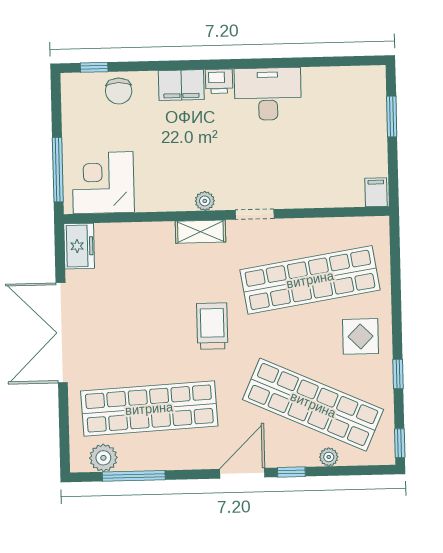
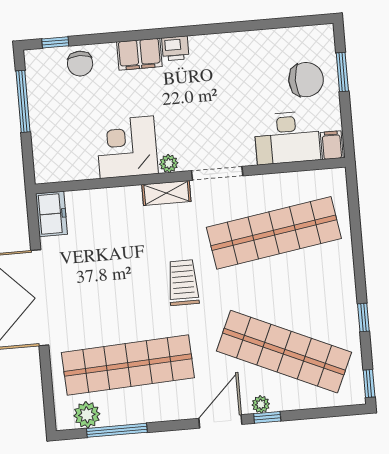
desk: (268, 94) -> (287, 138), moved, turned 180
chair: (353, 122) -> (306, 80), added
window: (58, 170) -> (23, 101), moved
corner desk: (103, 183) -> (127, 147), moved
doorway: (255, 214) -> (217, 173), width x1.38
display table: (360, 336) -> (325, 284), removed
plant: (329, 457) -> (261, 404), moved

